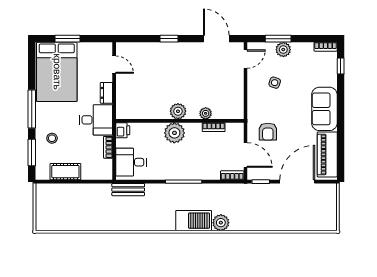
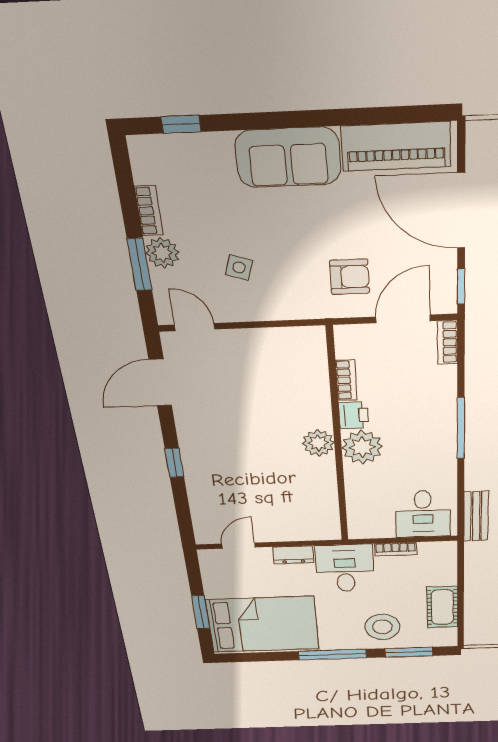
bookcase: (326, 47) -> (149, 211), moved
plant: (206, 113) -> (318, 396), removed
printer: (123, 130) -> (354, 415), moved, turned 90
stool: (52, 138) -> (382, 627), width x1.89, depth x1.89

